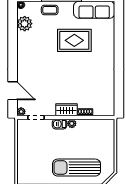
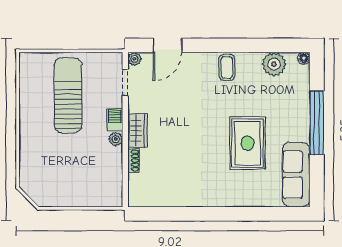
coffee table: (50, 10) -> (227, 67), moved
sun lounger: (76, 168) -> (68, 95), moved

